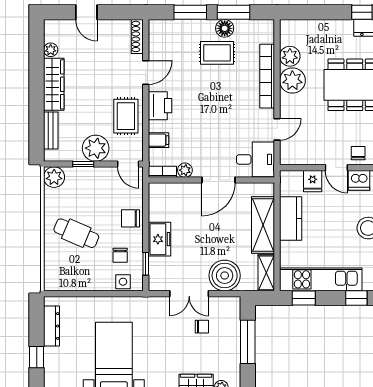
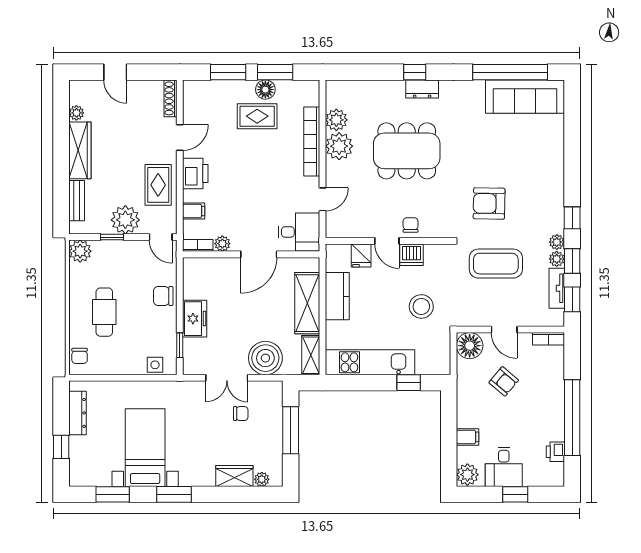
cafe table: (76, 233) -> (104, 312), turned 67
chair: (120, 255) -> (80, 356), moved
window: (304, 298) -> (351, 383), removed

